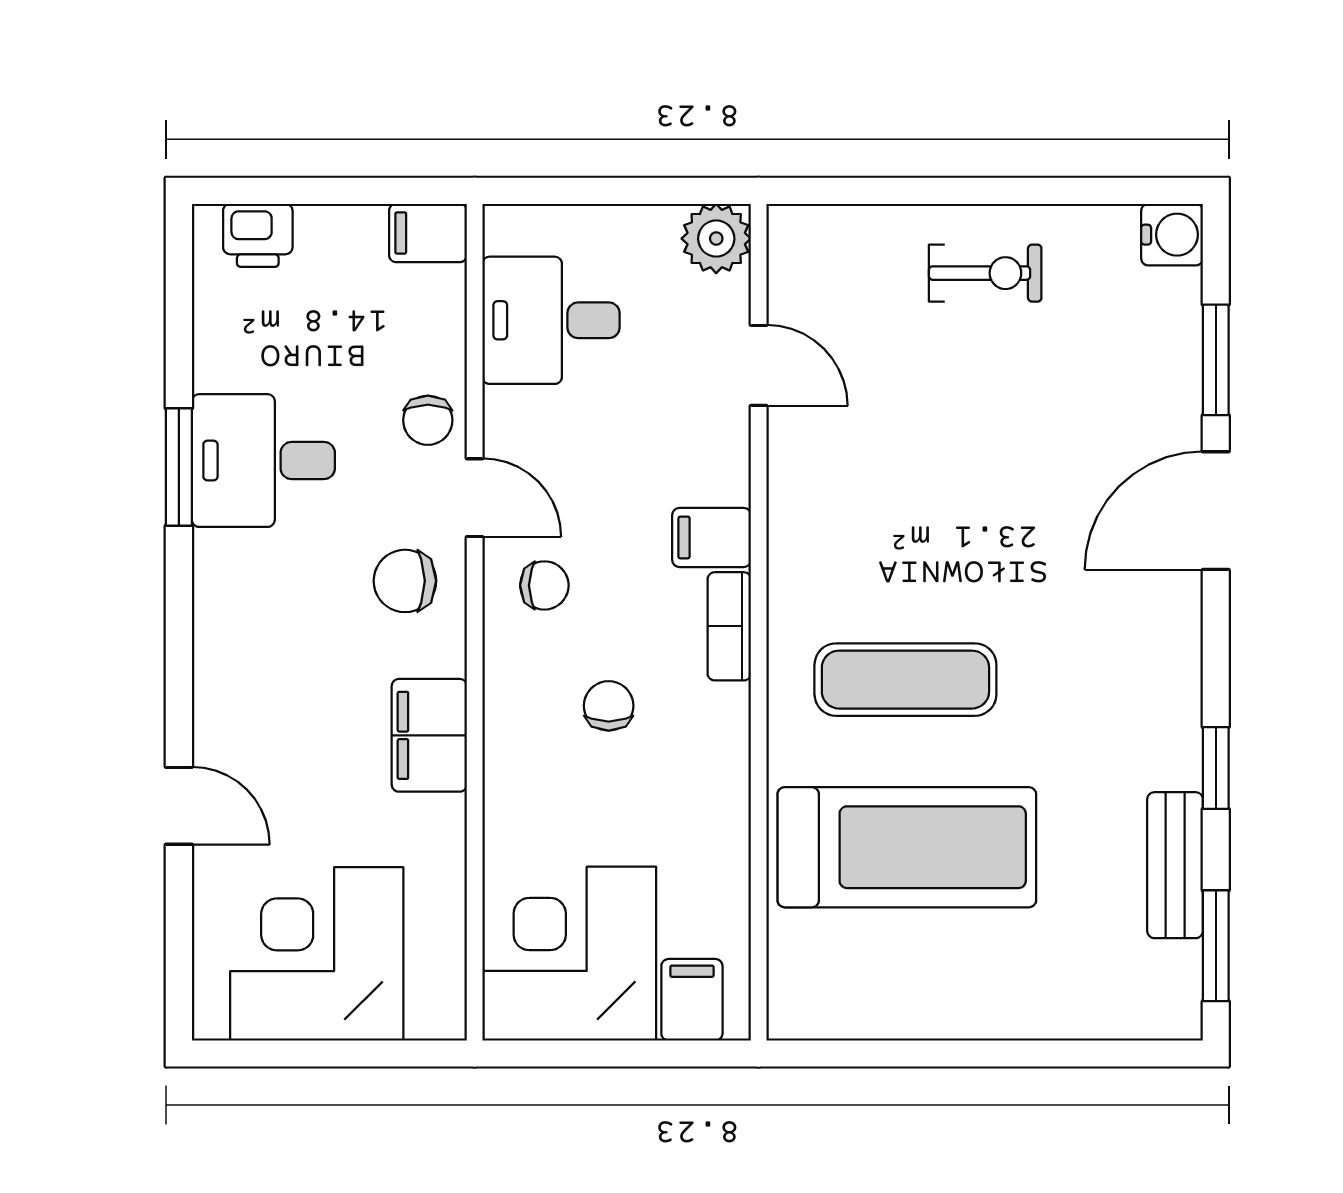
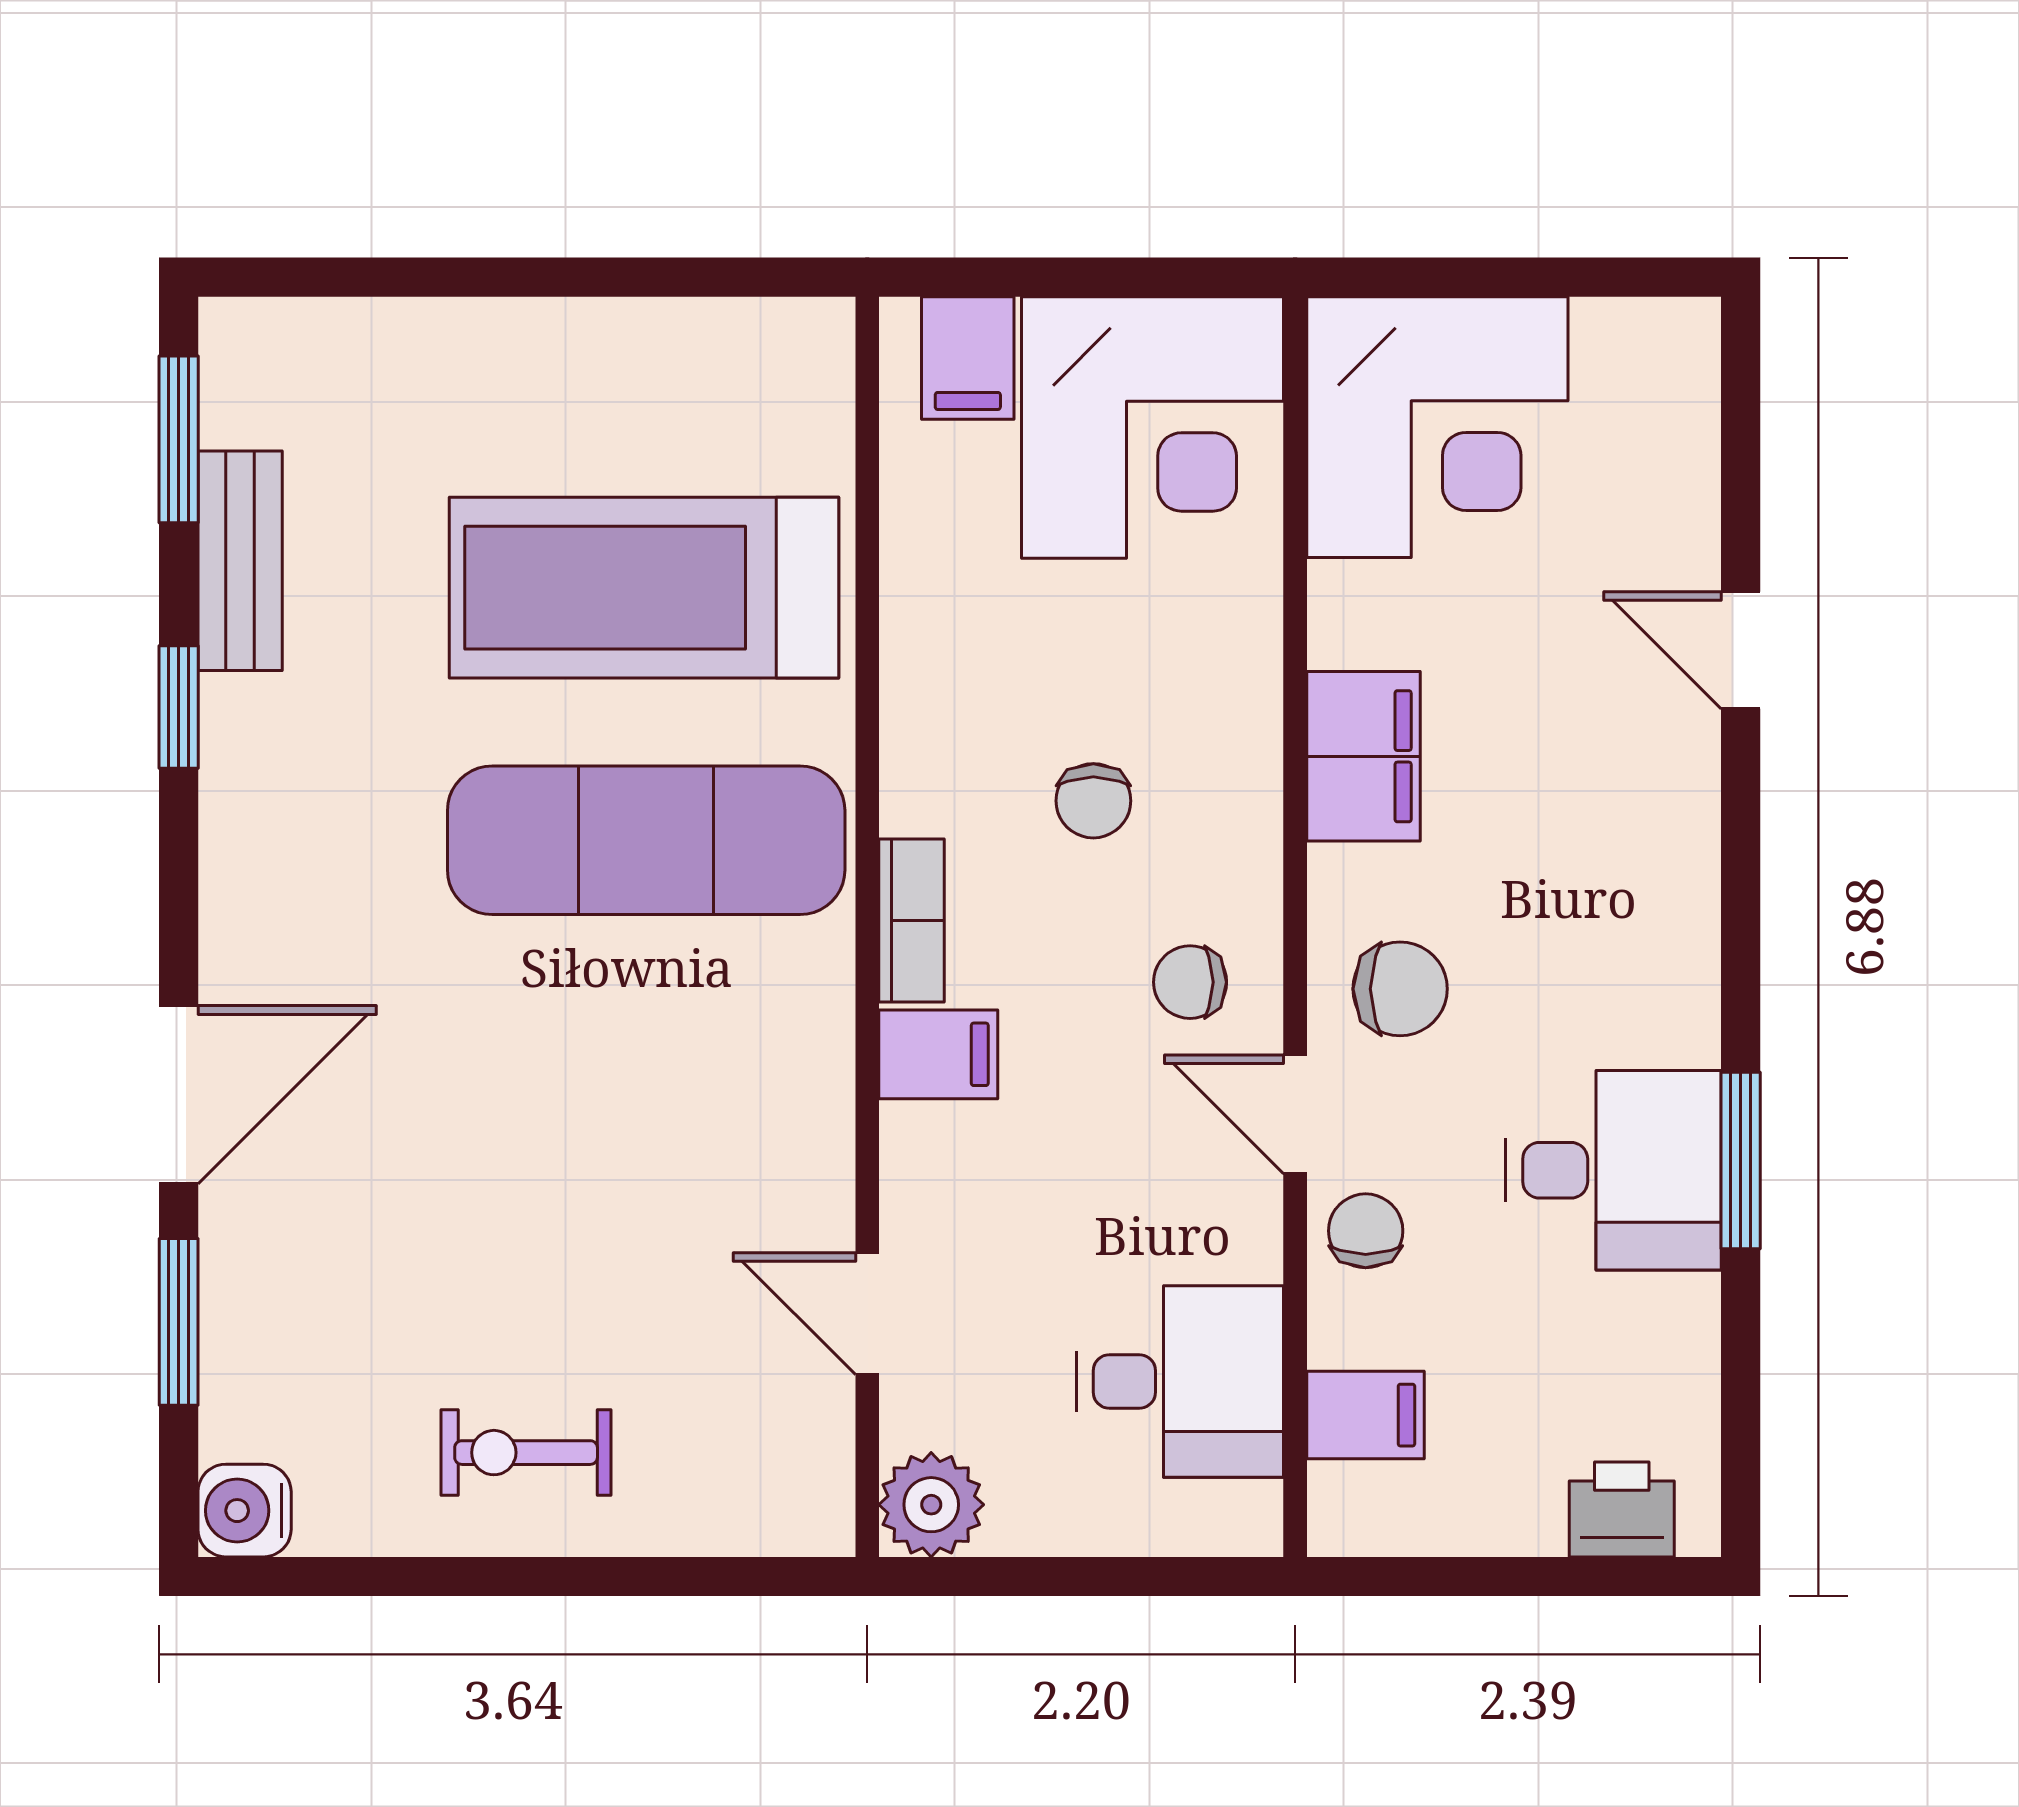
filing cabinet: (428, 233) -> (1365, 1415), moved
exercise mat: (905, 680) -> (646, 840), width x1.36, depth x1.45
corner desk: (317, 954) -> (1437, 427), moved

